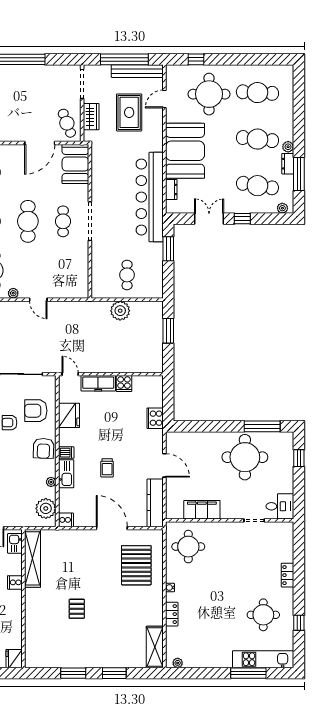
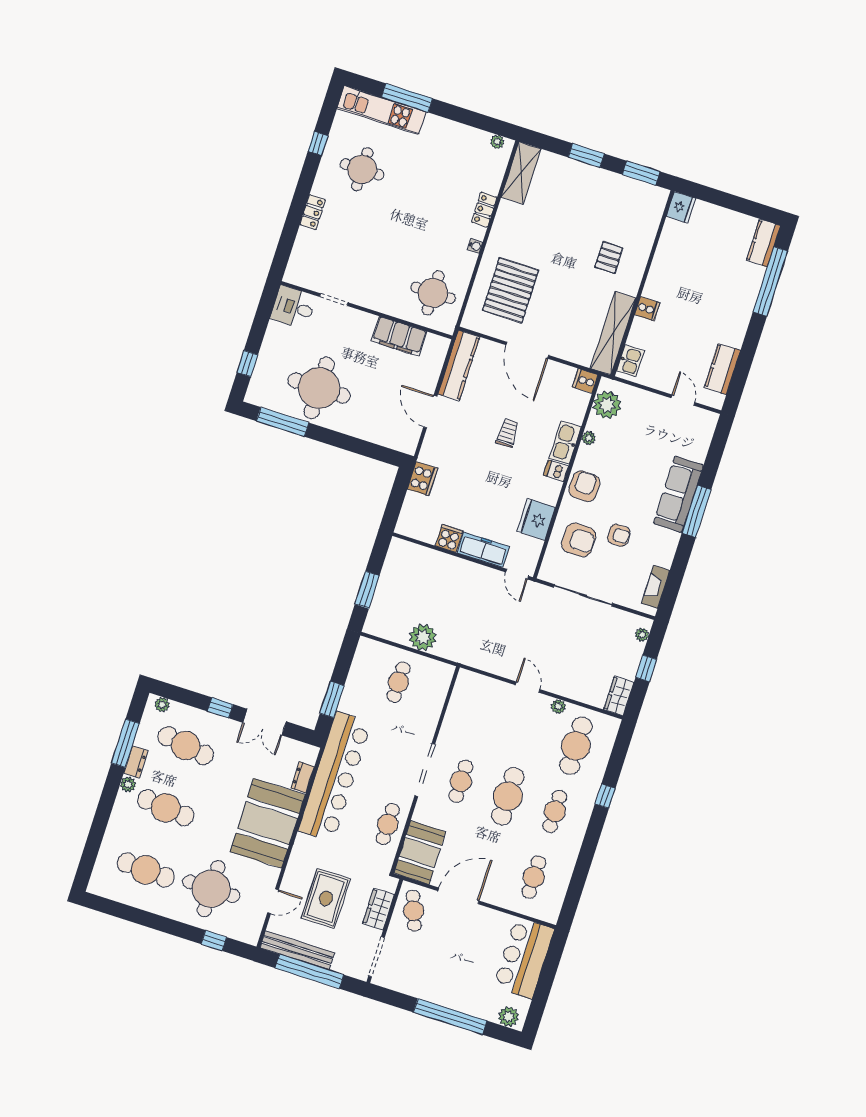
cafe table: (103, 176) -> (388, 824), added
kitchen sink: (15, 543) -> (630, 361), moved
shelving: (33, 558) -> (613, 333), moved
cooker: (15, 582) -> (647, 309), moved
wall: (23, 599) -> (643, 283), moved
fridge: (14, 659) -> (681, 207), moved

